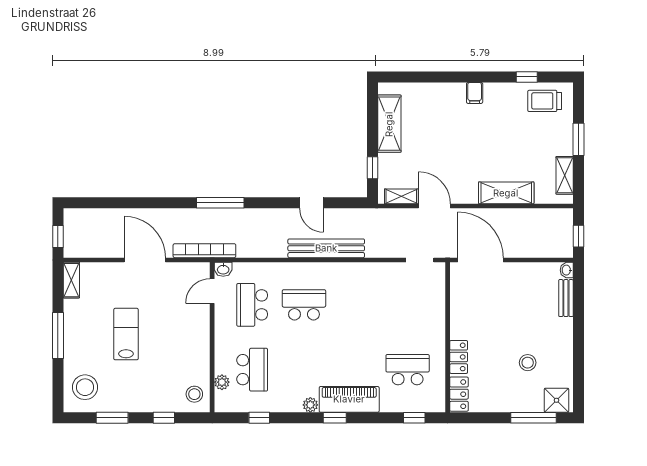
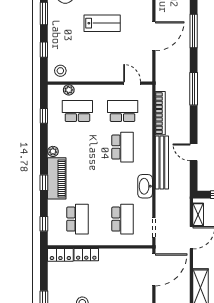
window: (137, 203) -> (194, 31), added
door: (311, 203) -> (194, 152), hinge flipped
bookcase: (204, 251) -> (160, 113), moved
washbasin: (223, 269) -> (145, 186), moved, width x1.91, depth x1.45
school desk: (408, 305) -> (123, 219), added
school desk: (252, 370) -> (77, 111), turned 180
window: (335, 418) -> (44, 183), moved

